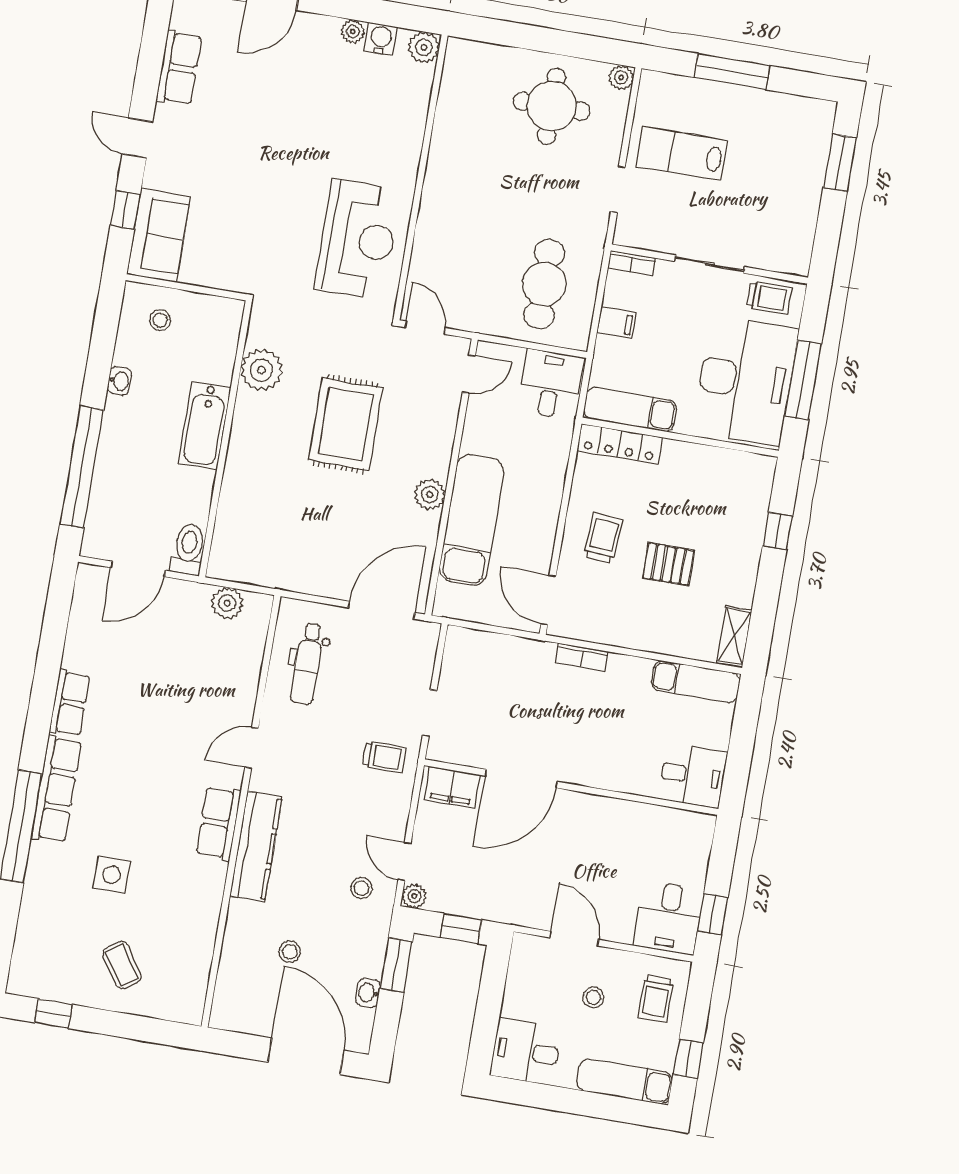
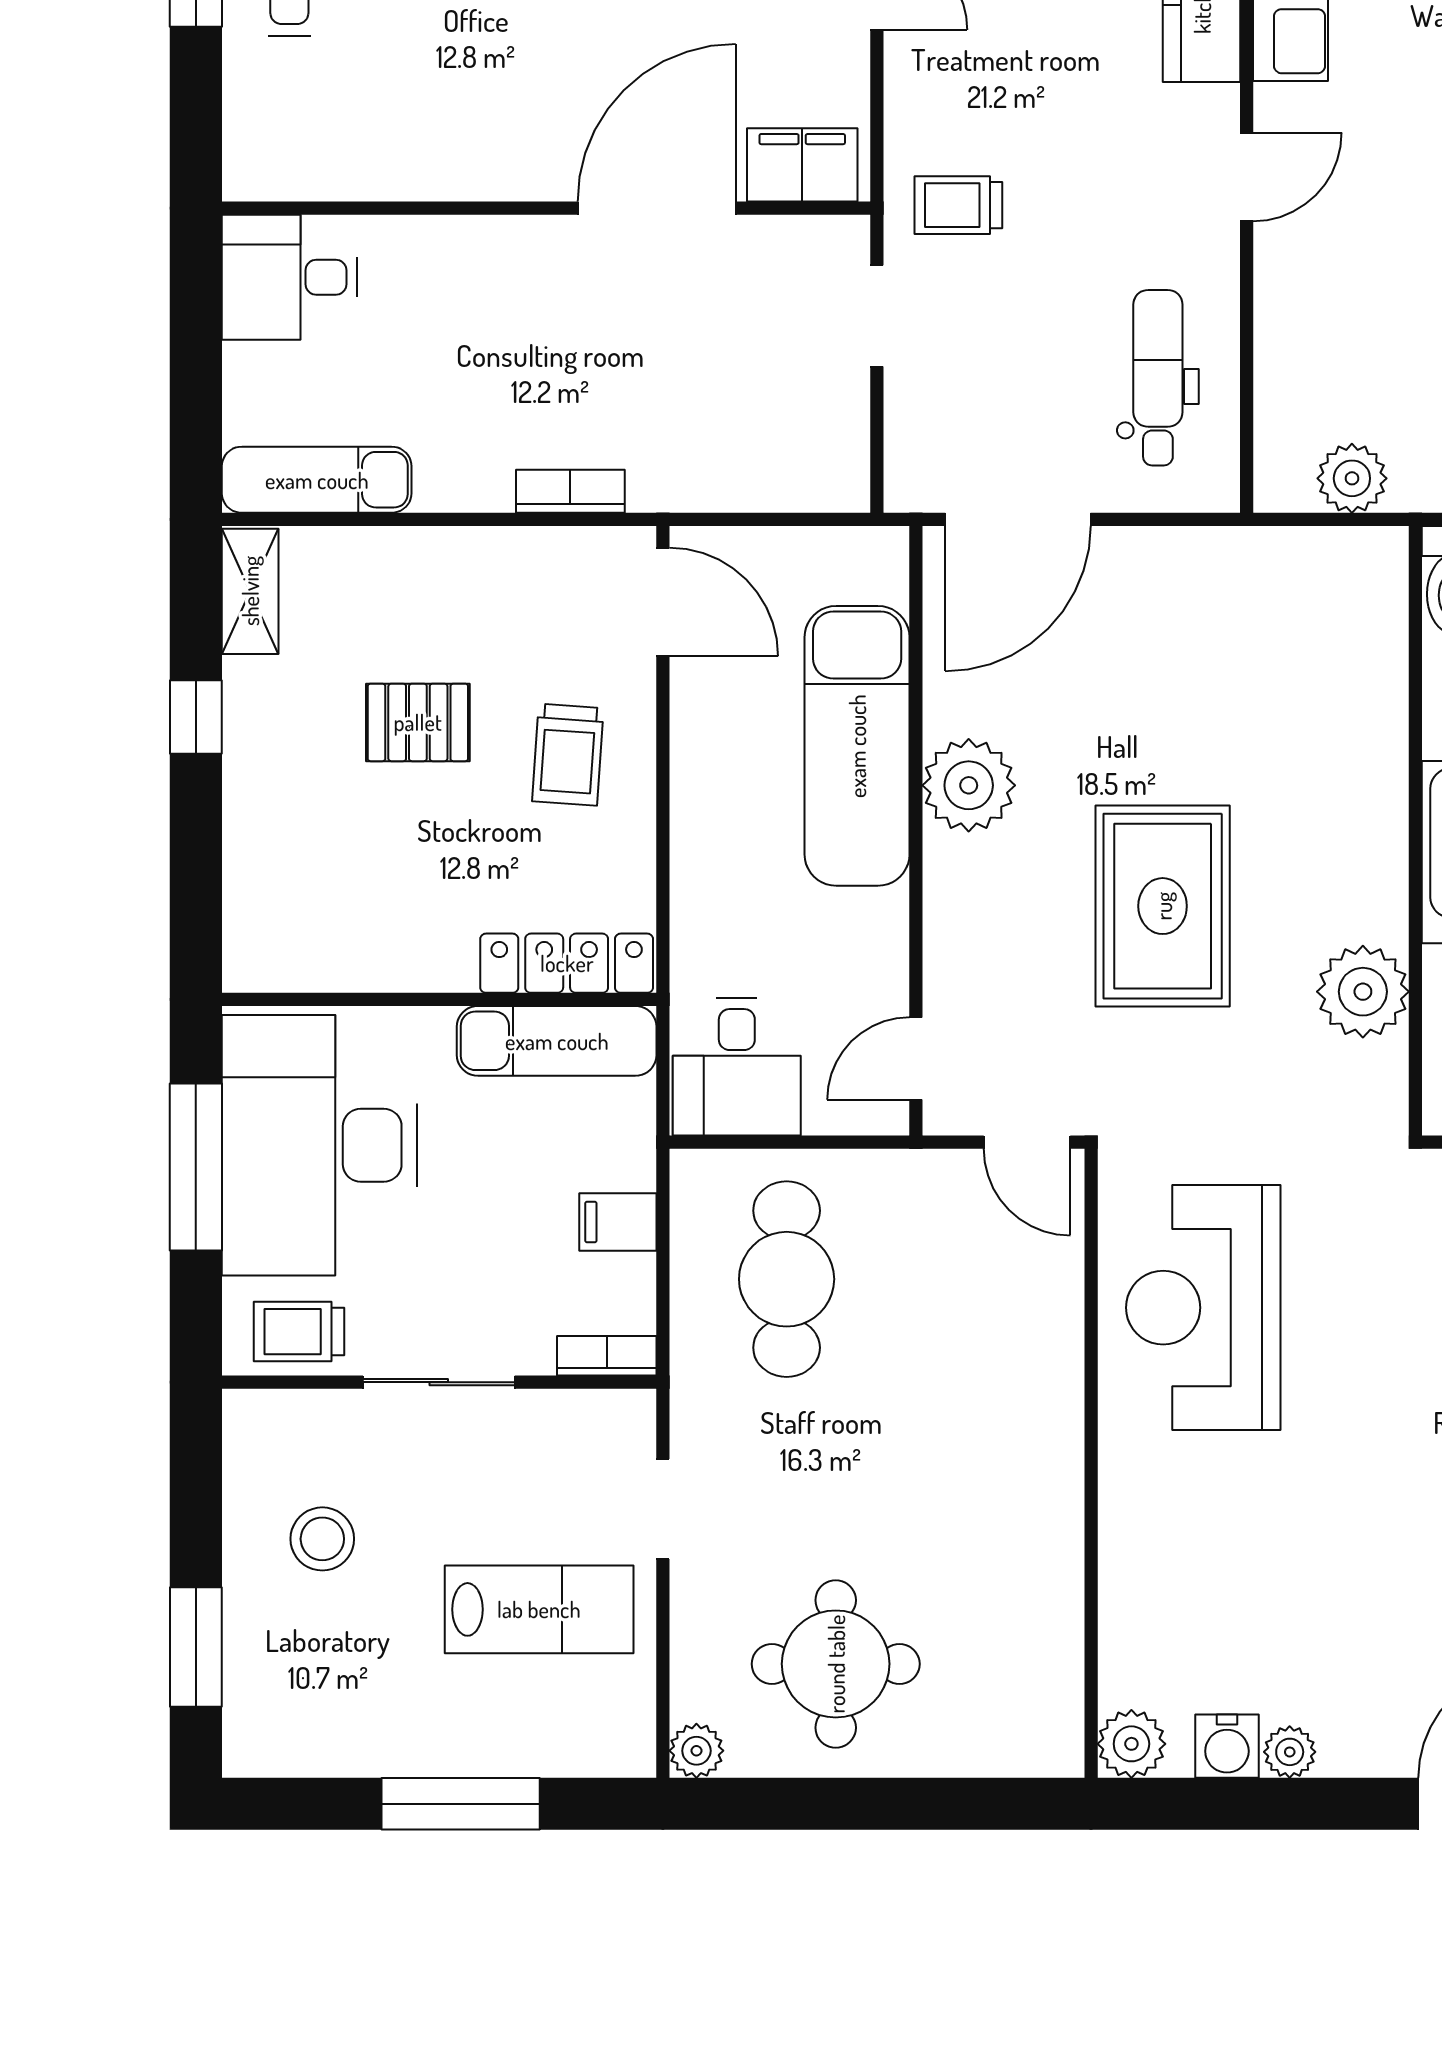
stool: (774, 202) -> (322, 1539), added
plant: (430, 495) -> (969, 785), width x1.36, depth x1.36
window: (777, 531) -> (196, 717), moved

